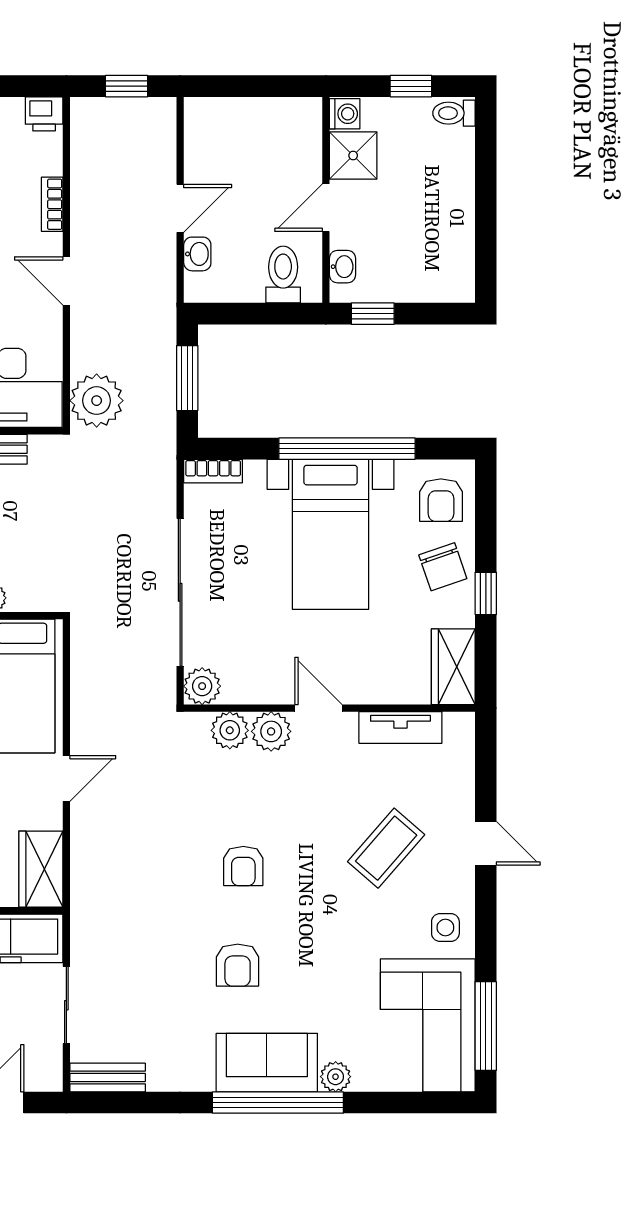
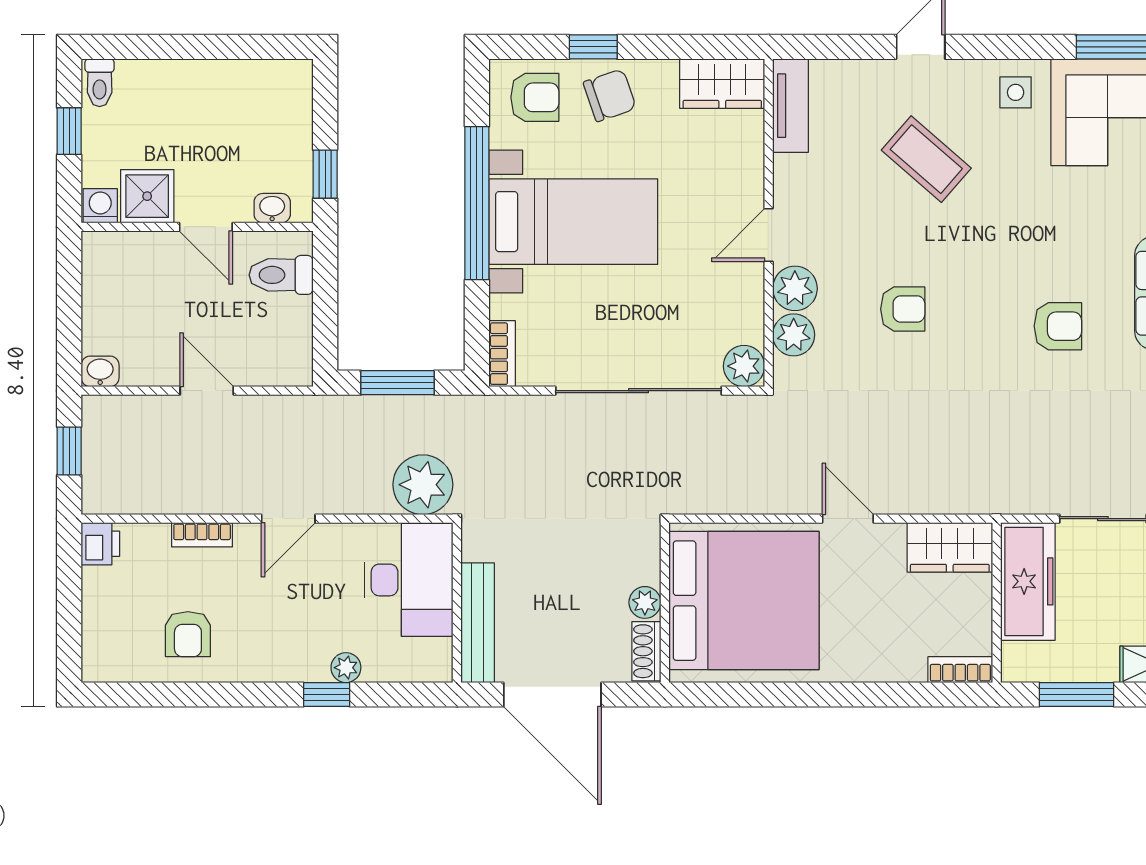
washbasin: (197, 254) -> (100, 371), moved
window: (486, 593) -> (593, 47), moved
tv unit: (400, 727) -> (791, 106), moved
armchair: (243, 866) -> (903, 309), moved

